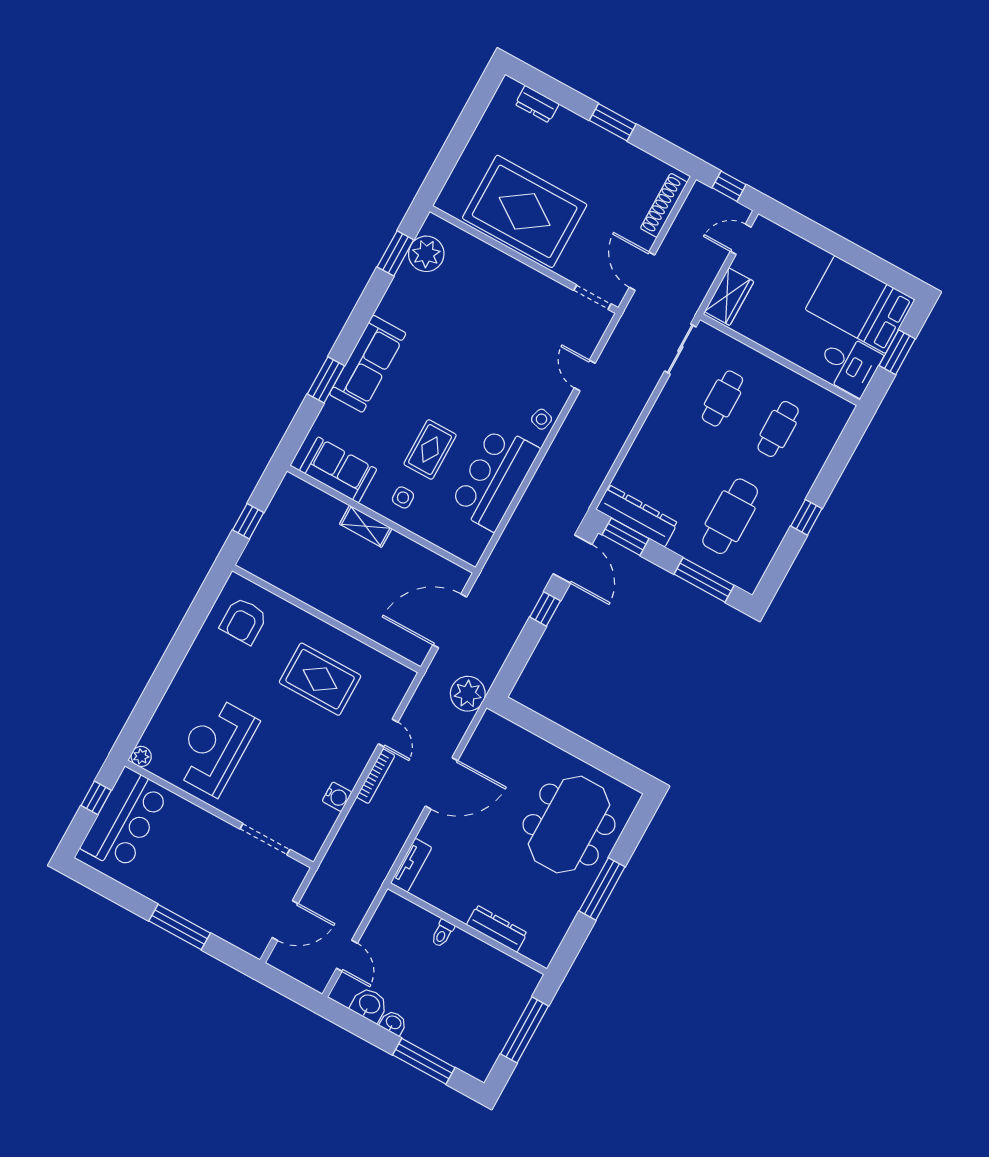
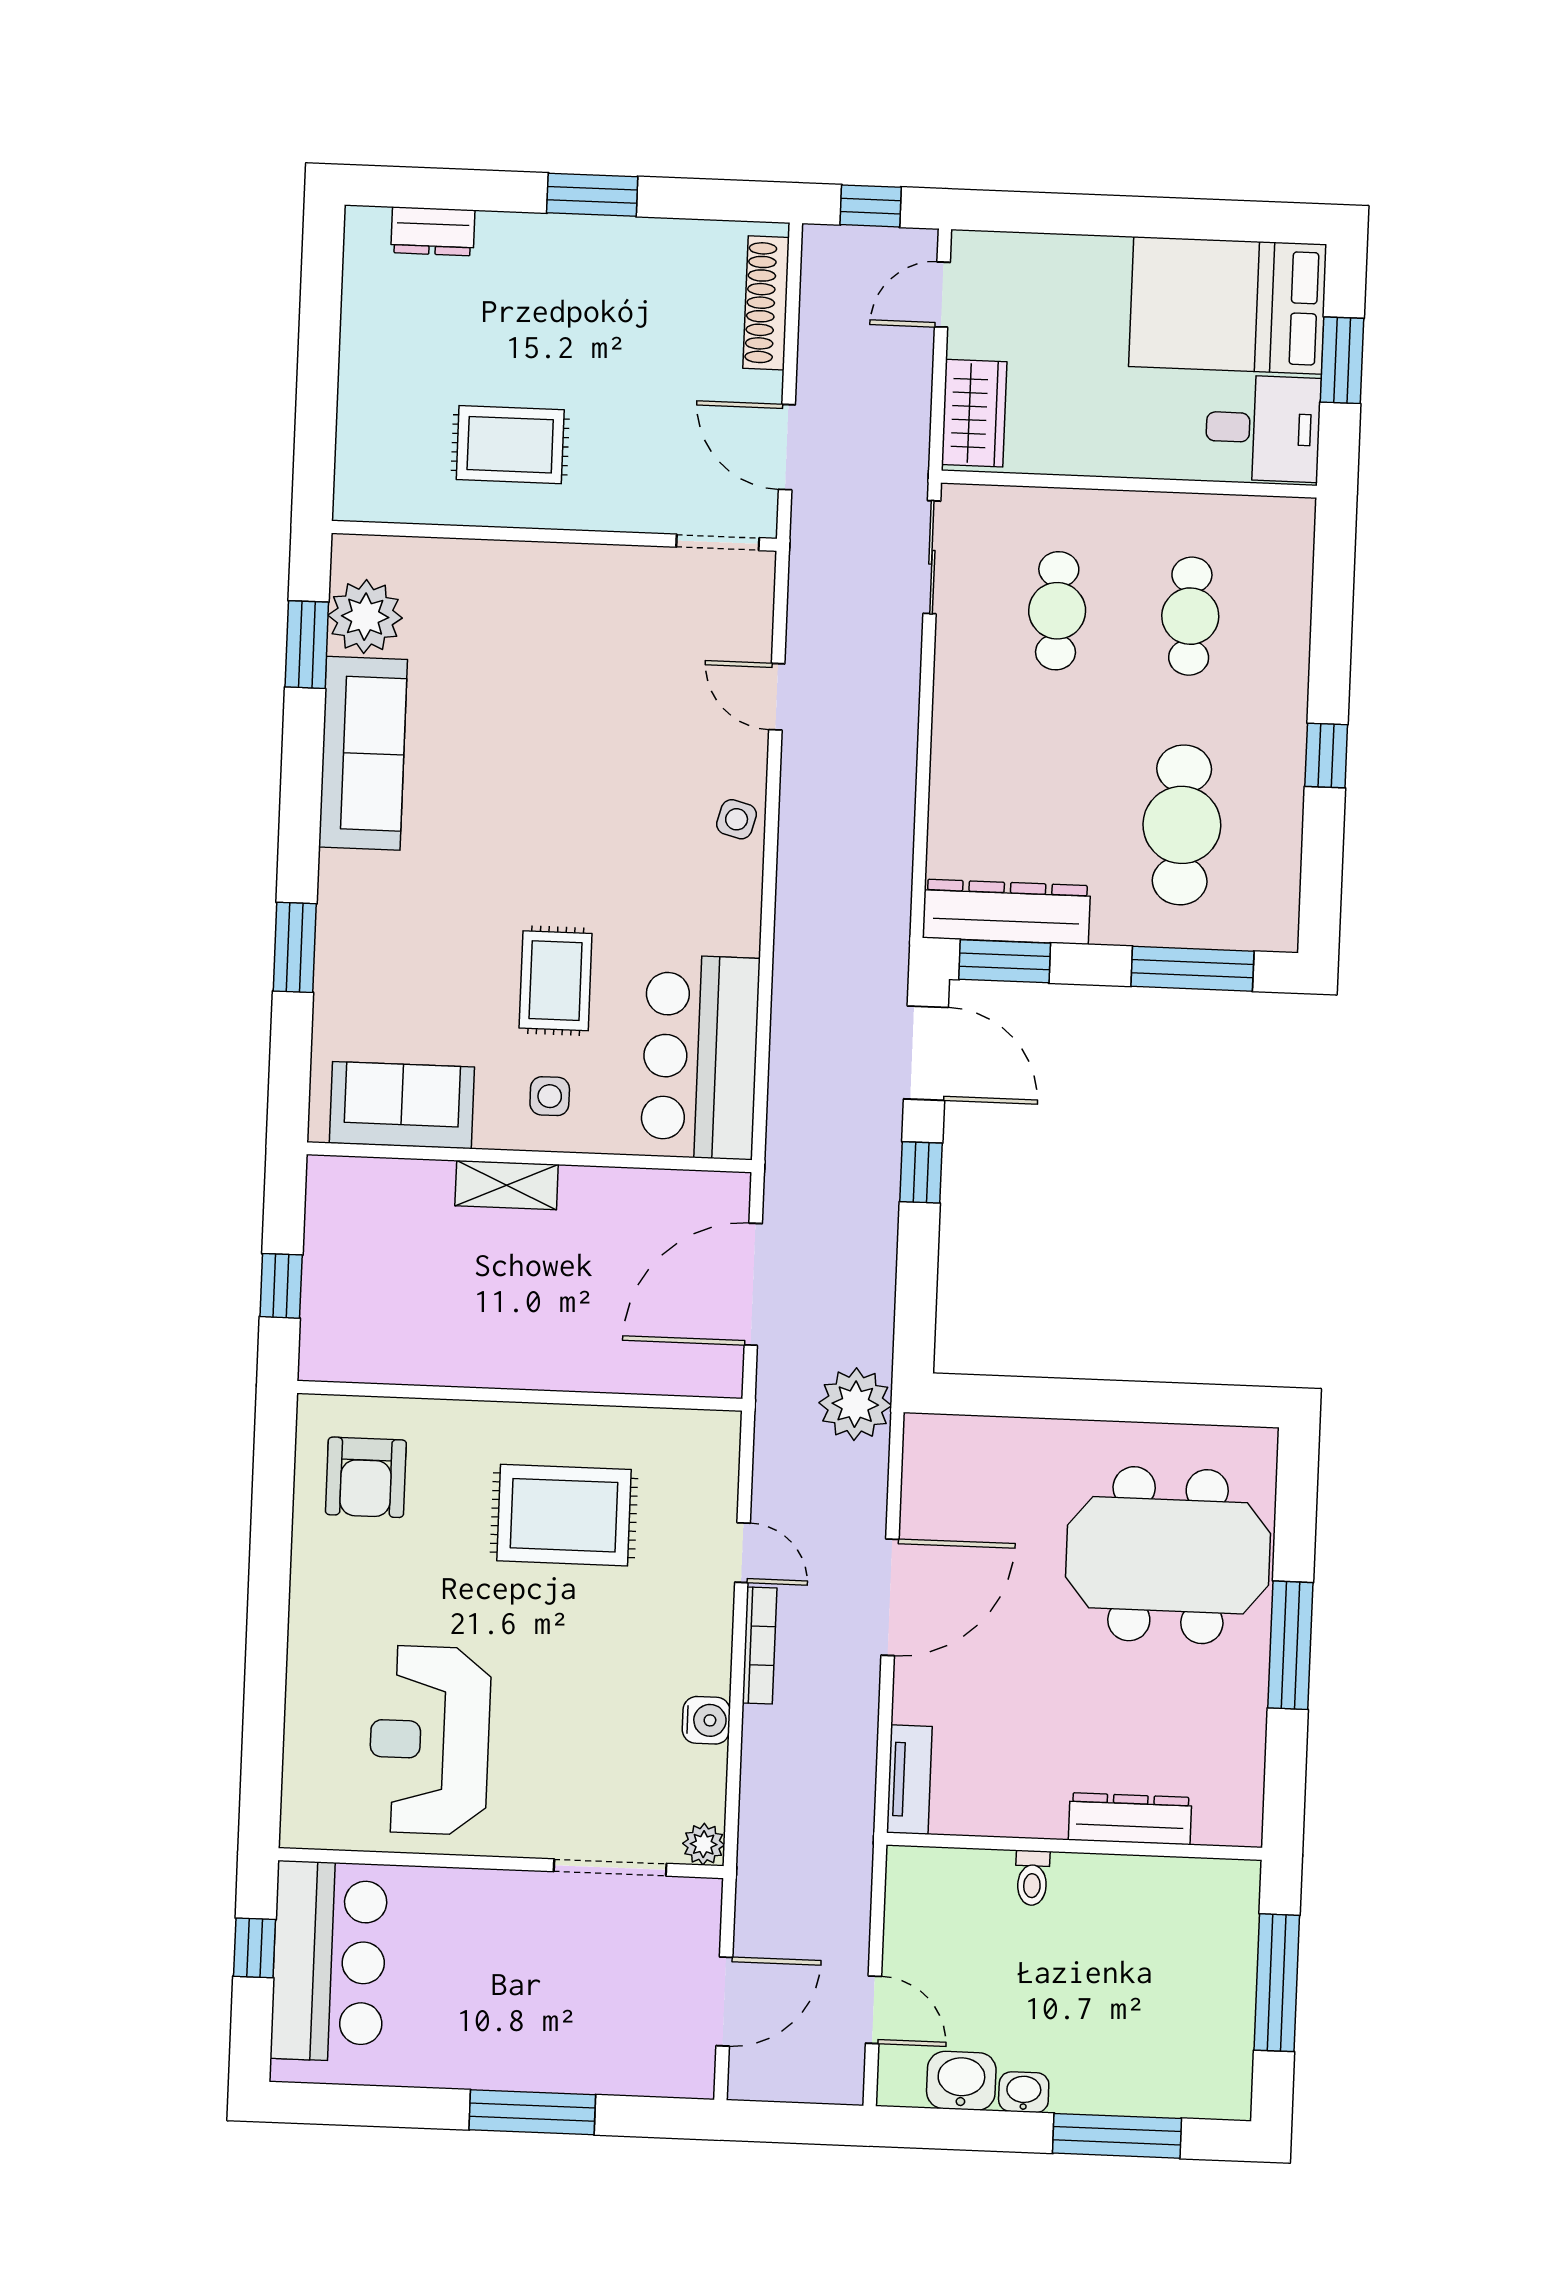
rug: (525, 211) -> (510, 445), width x0.54, depth x0.49
sofa: (368, 364) -> (363, 753), moved
bar counter: (495, 478) -> (700, 1057), moved
plant: (141, 756) -> (704, 1844), moved
meeting table: (569, 825) -> (1168, 1555), turned 90

